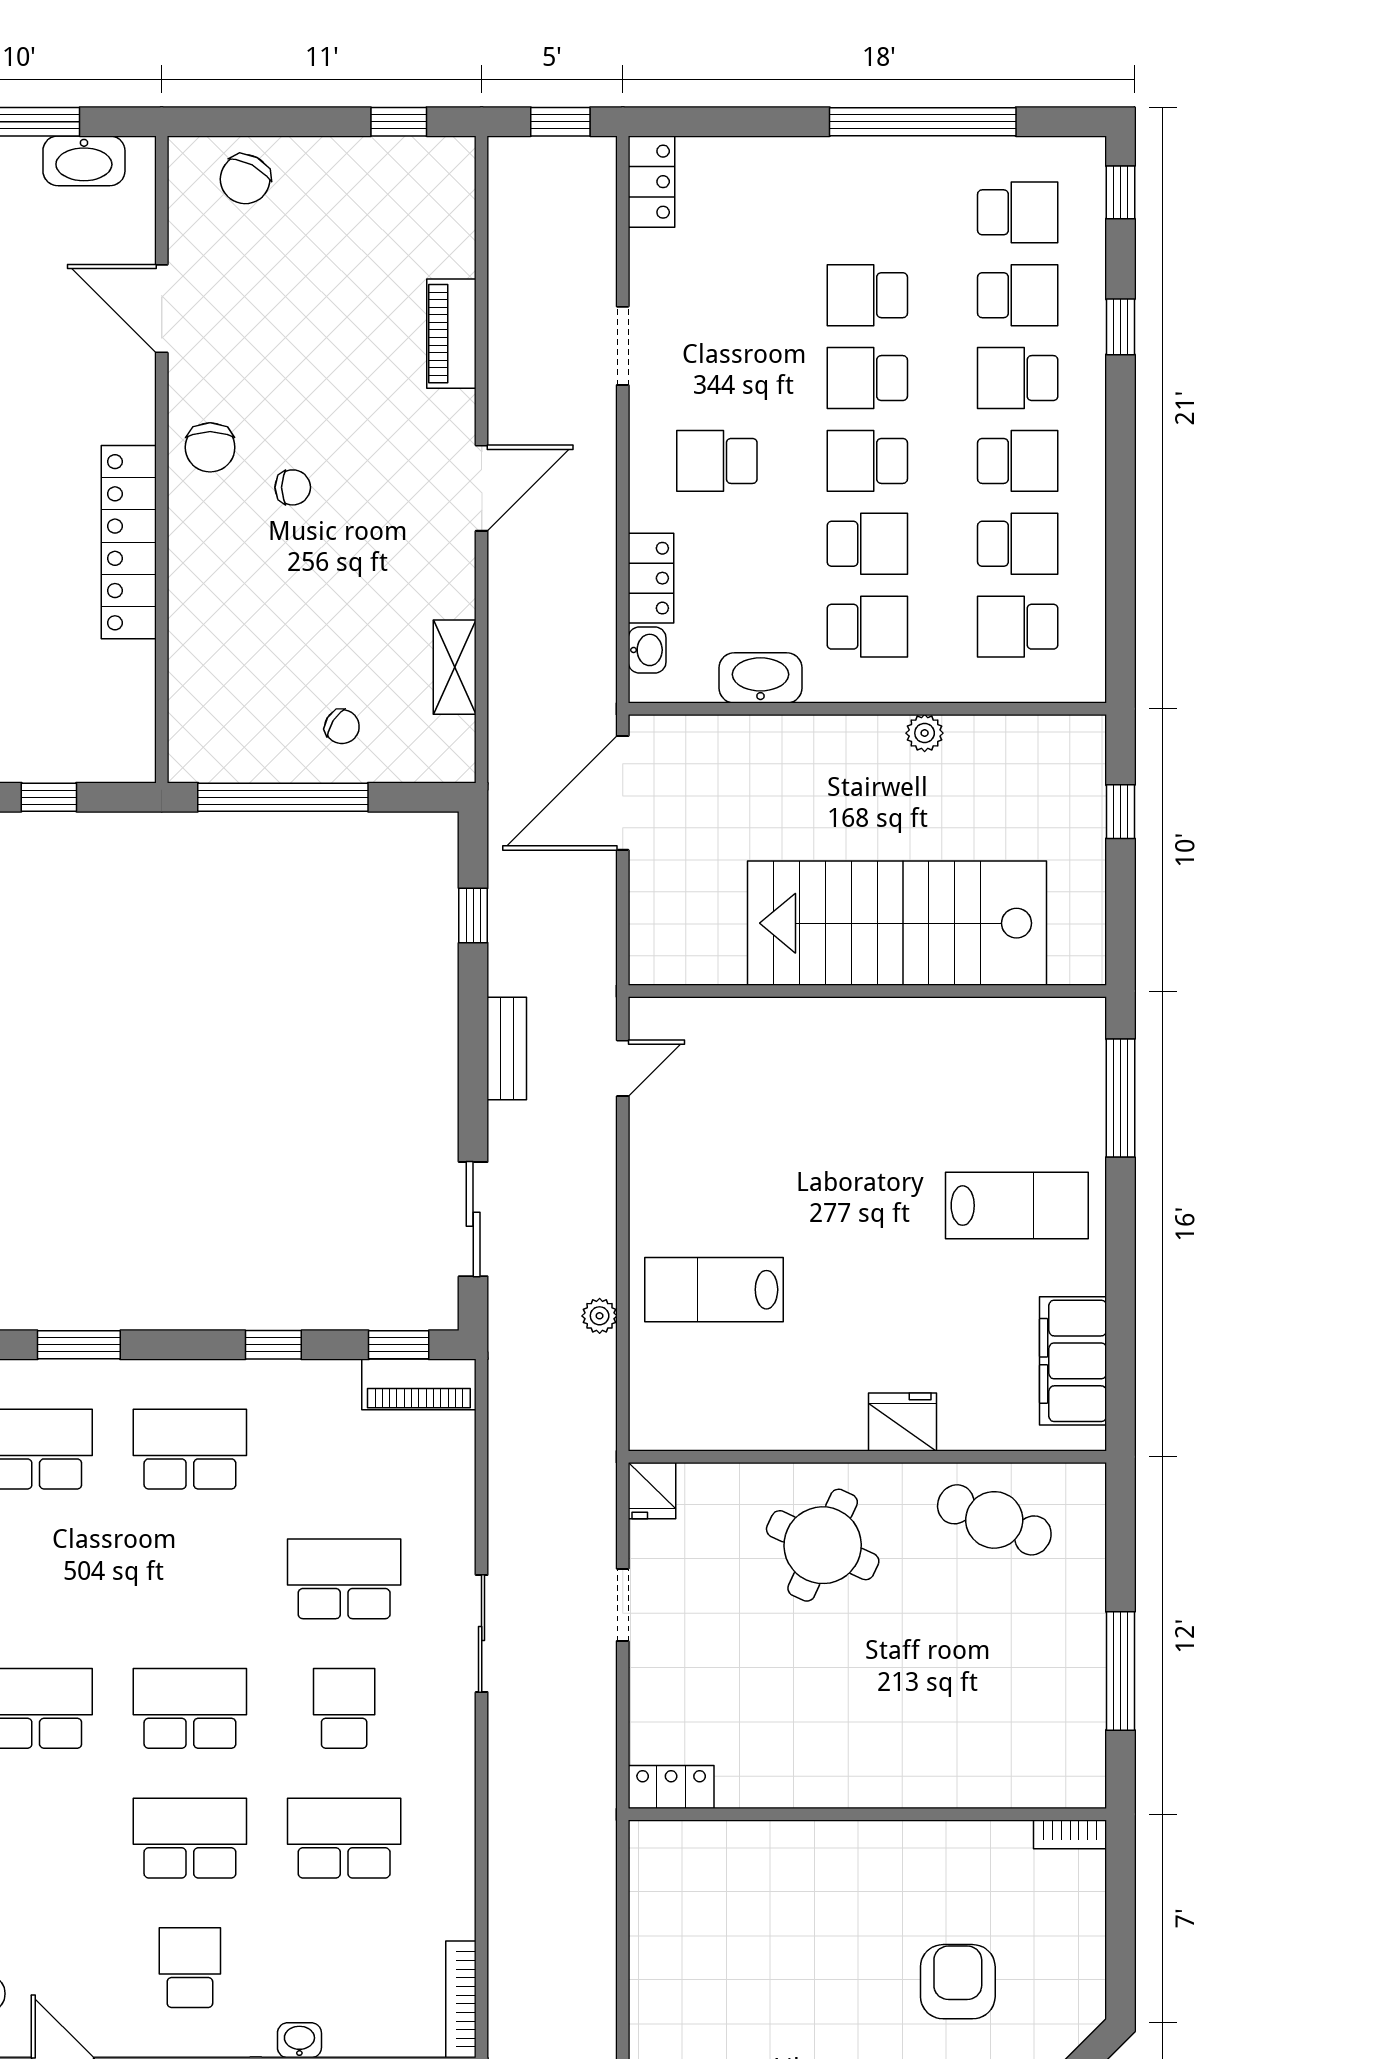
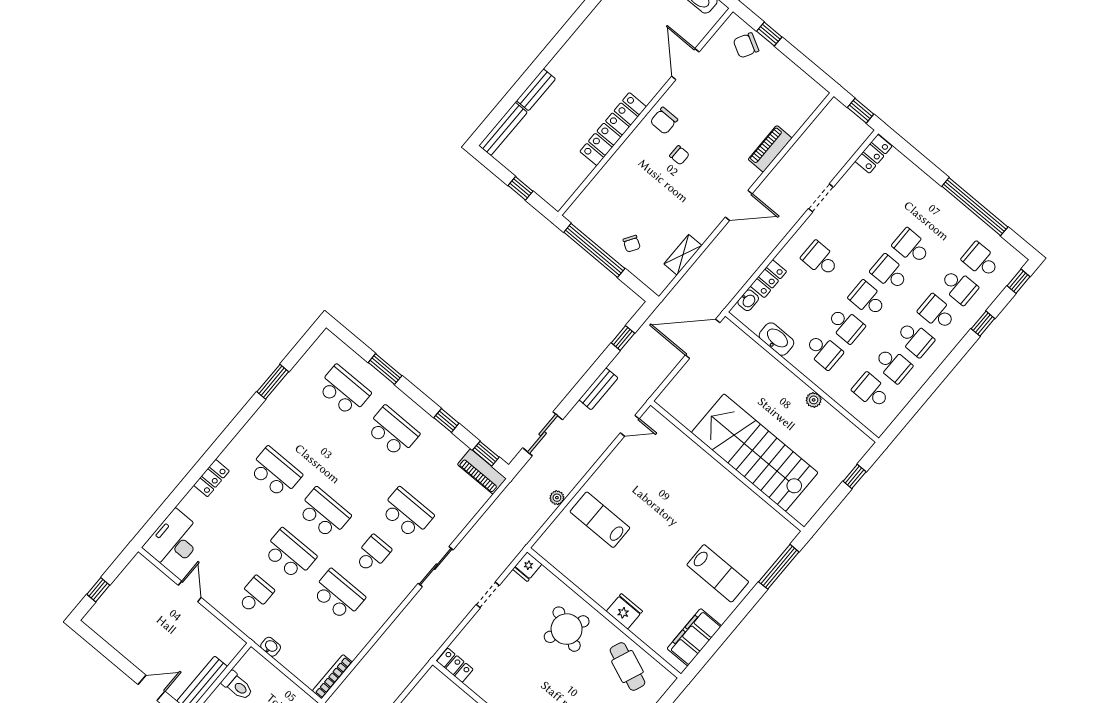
window: (399, 122) -> (769, 34), moved
school desk: (1018, 212) -> (981, 260), turned 180

